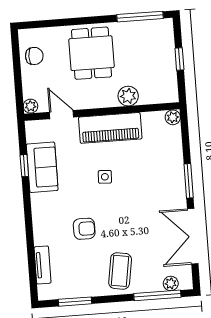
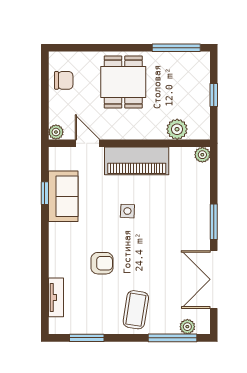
plant: (128, 96) -> (177, 129), moved

